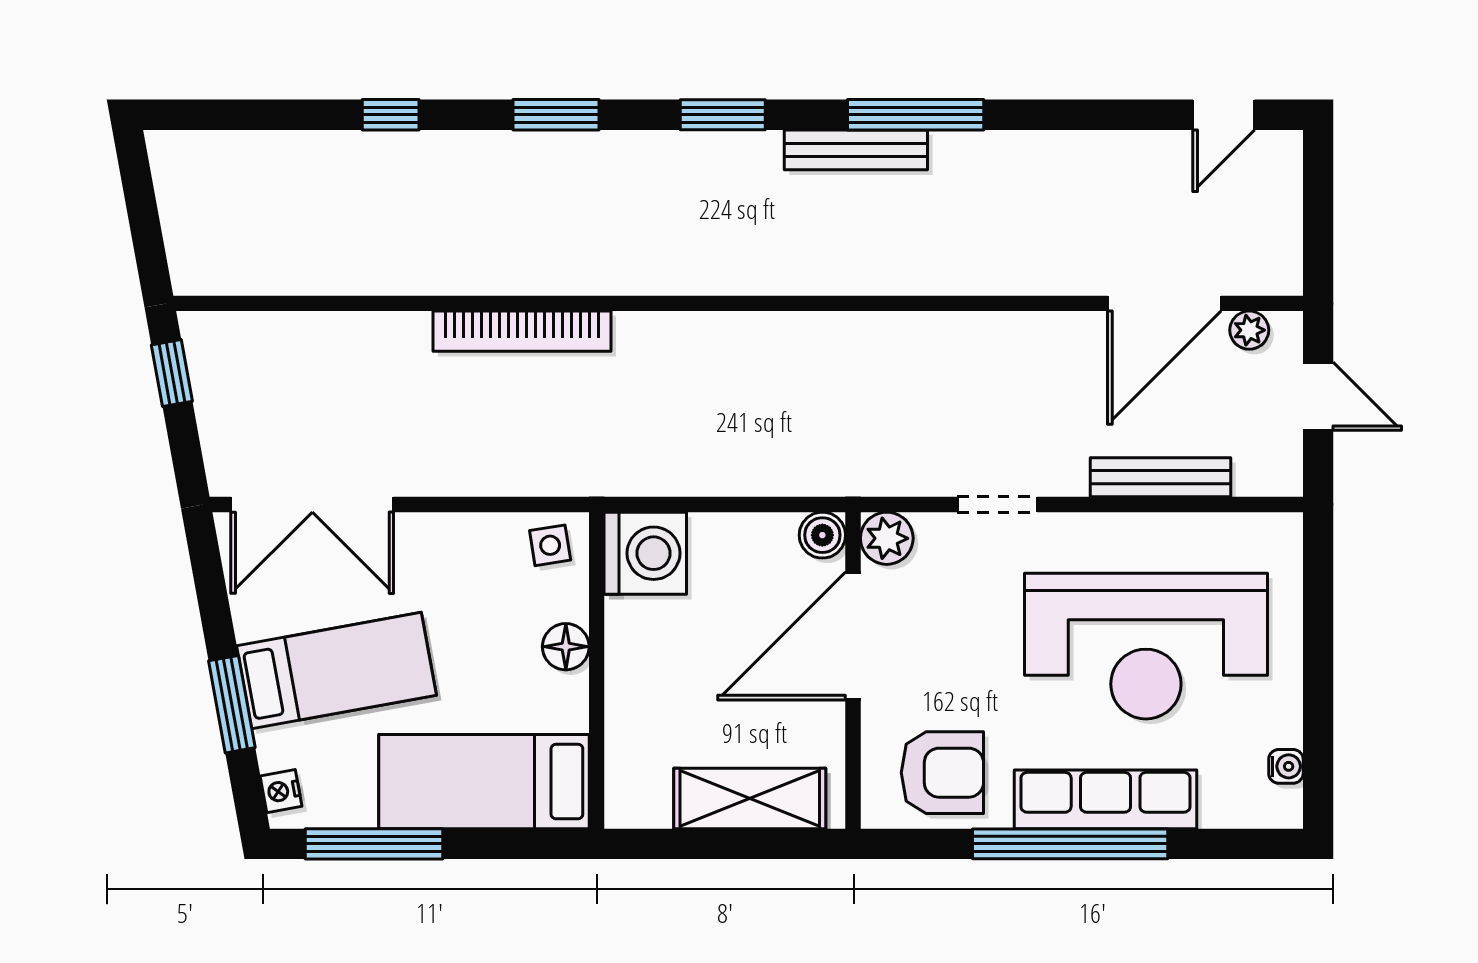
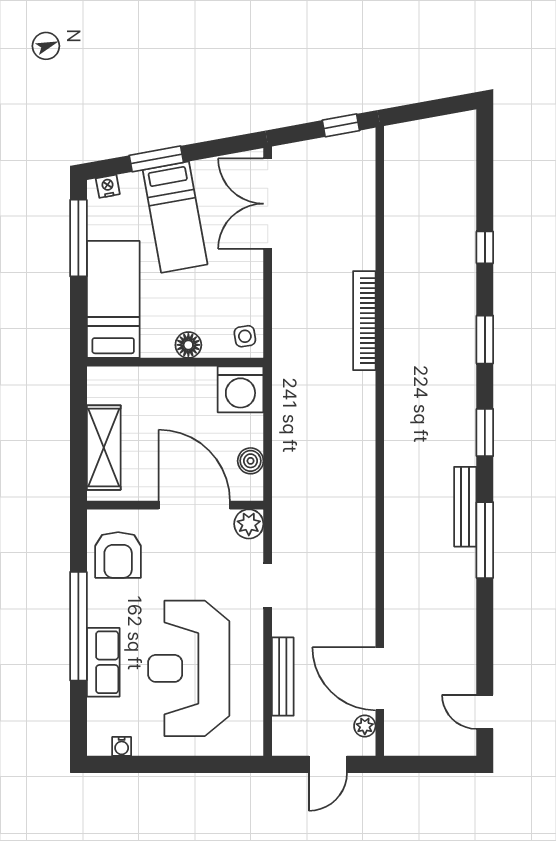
boiler: (822, 535) -> (251, 461), moved
row of seats: (1106, 799) -> (103, 662), width x0.68

